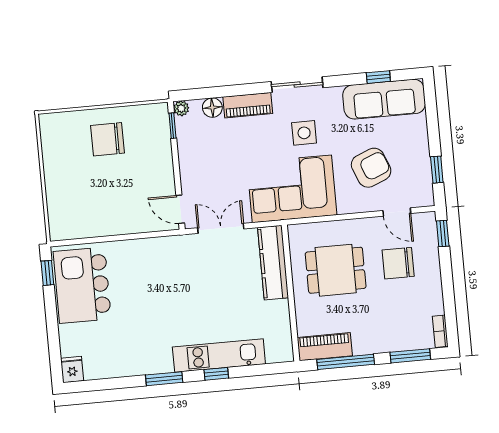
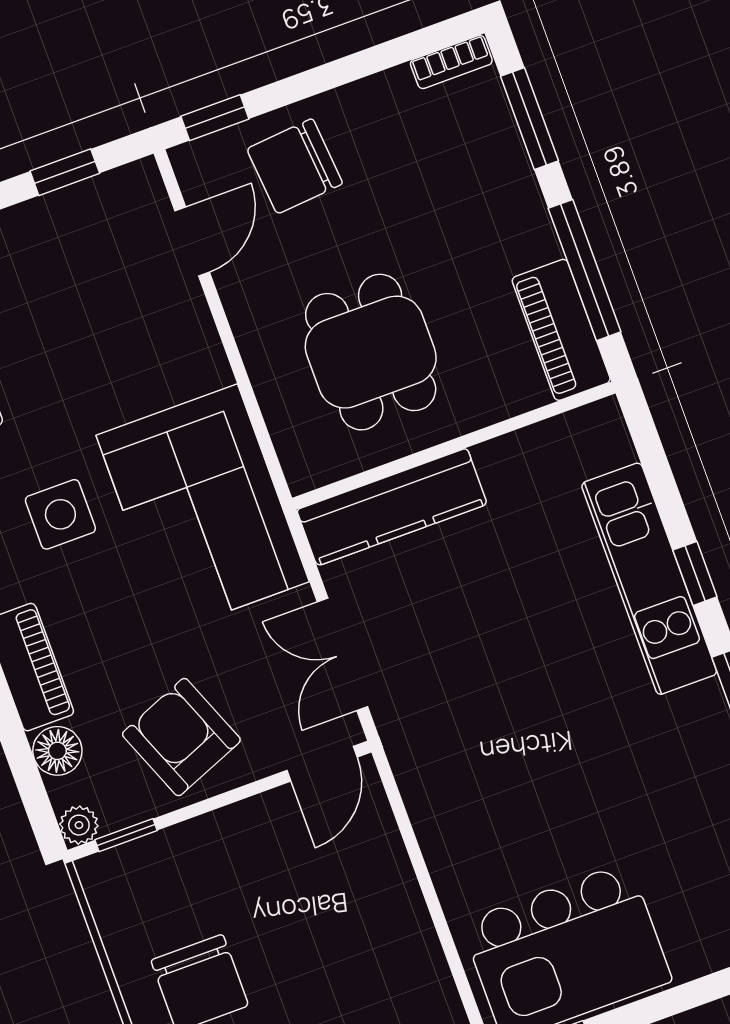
armchair: (371, 168) -> (181, 737), moved
chair: (398, 263) -> (295, 166), moved, turned 85

